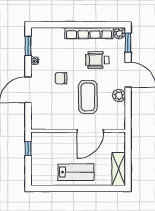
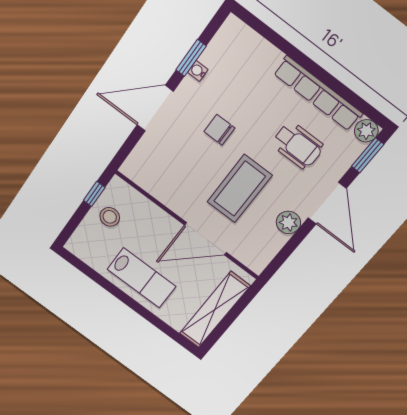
window: (28, 46) -> (191, 58), moved
wheelchair: (97, 60) -> (298, 145), turned 180
stool: (42, 154) -> (110, 217), added
shelving: (119, 169) -> (215, 310), width x1.47

